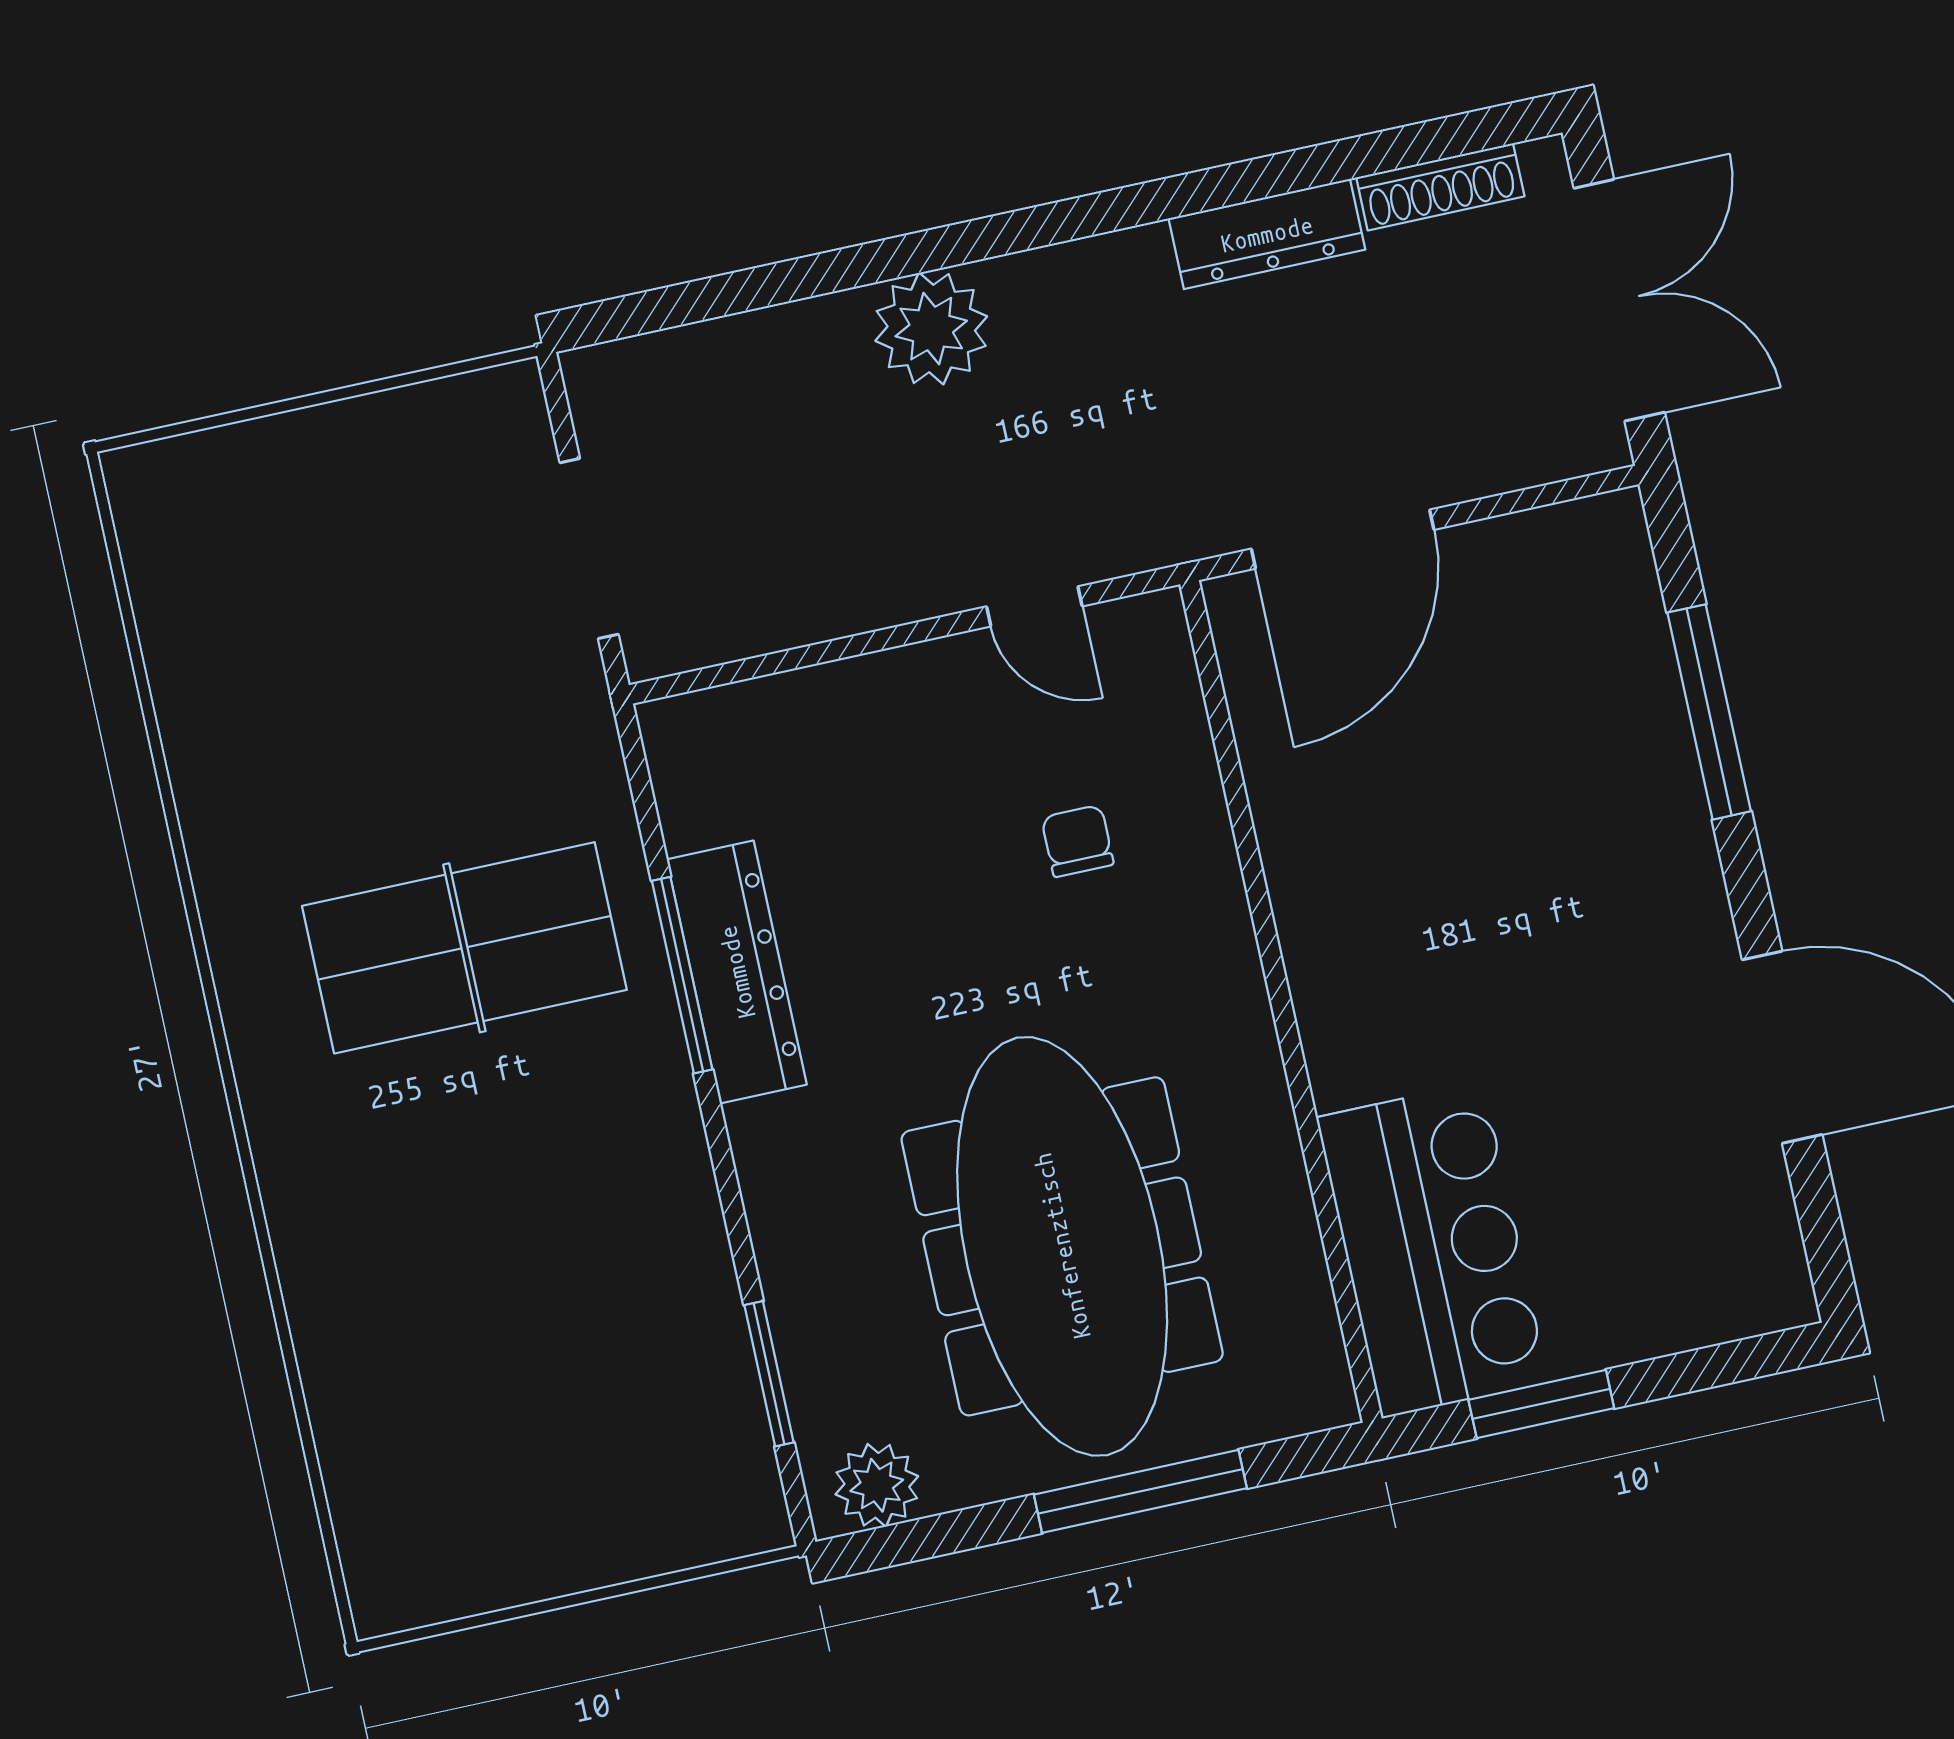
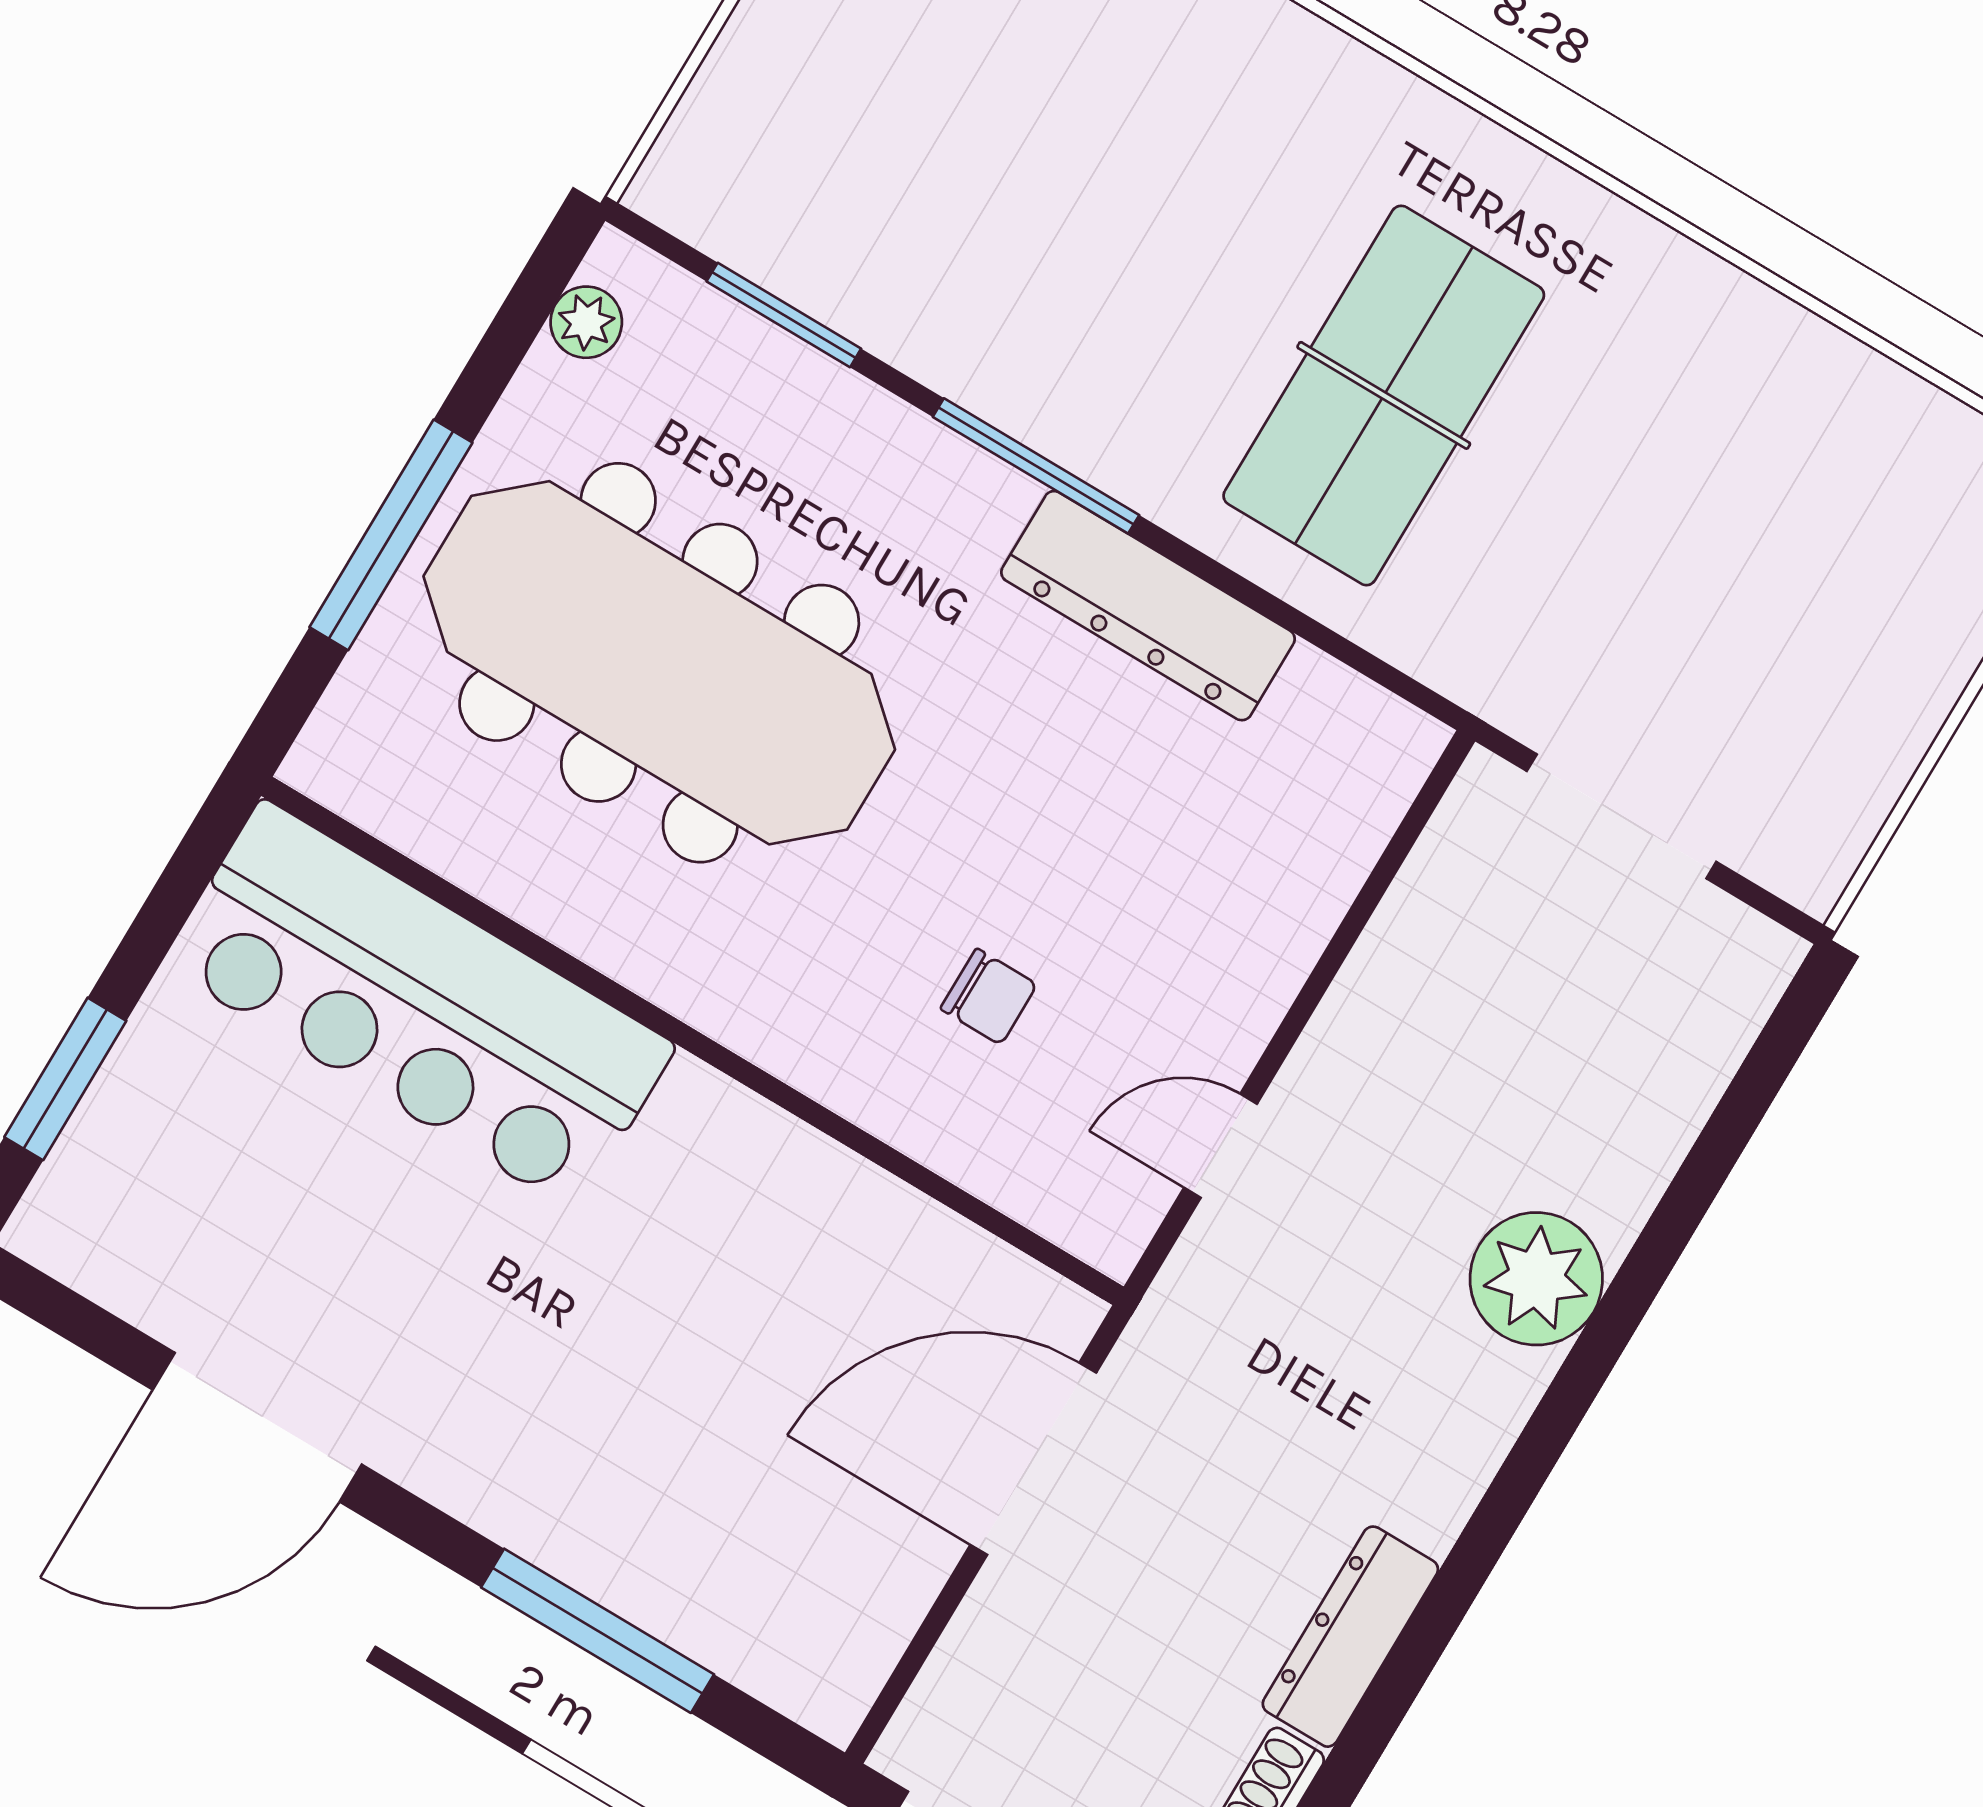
door: (1343, 539) -> (1033, 1459), hinge flipped
window: (682, 975) -> (1036, 466), moved
bar counter: (1432, 1250) -> (419, 1005), width x1.36
window: (1541, 1404) -> (65, 1079), moved
plant: (877, 1485) -> (586, 322), width x0.73, depth x0.73

